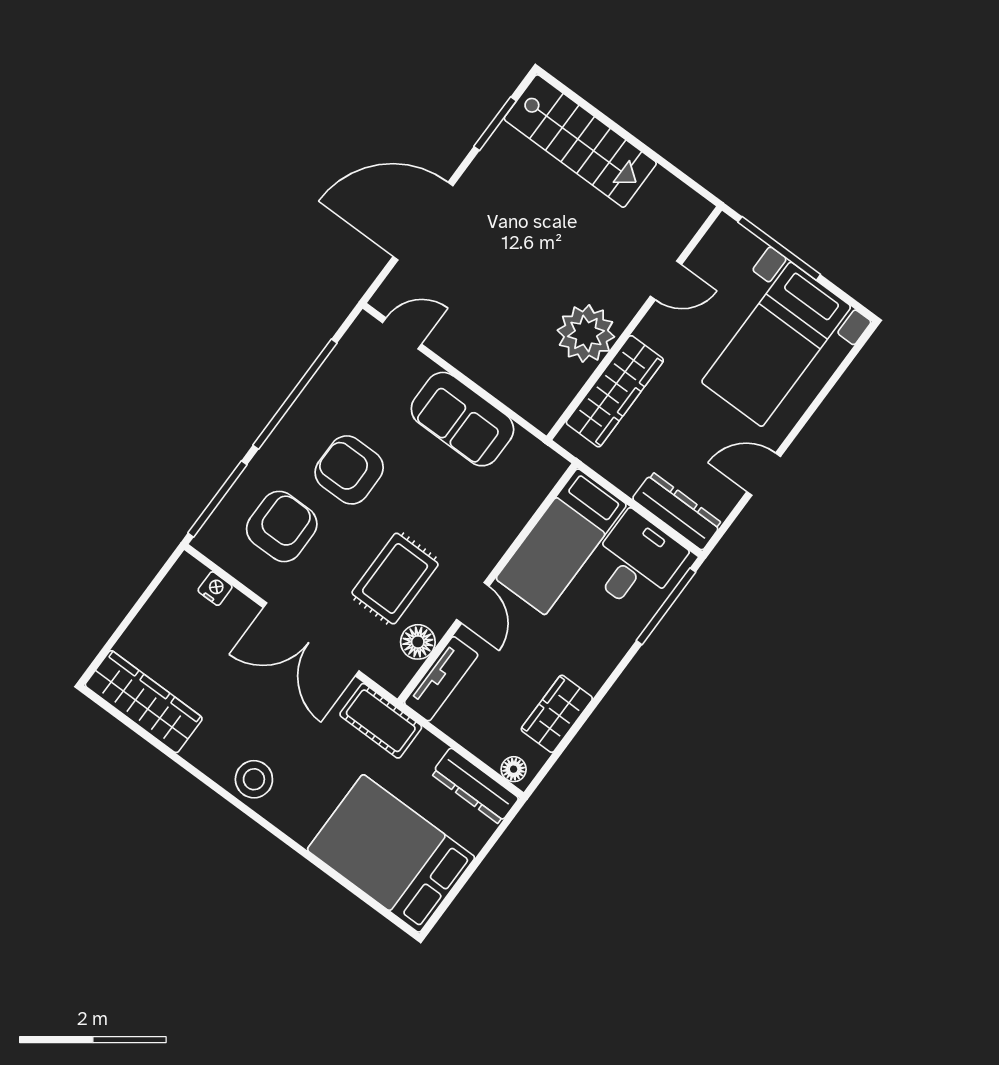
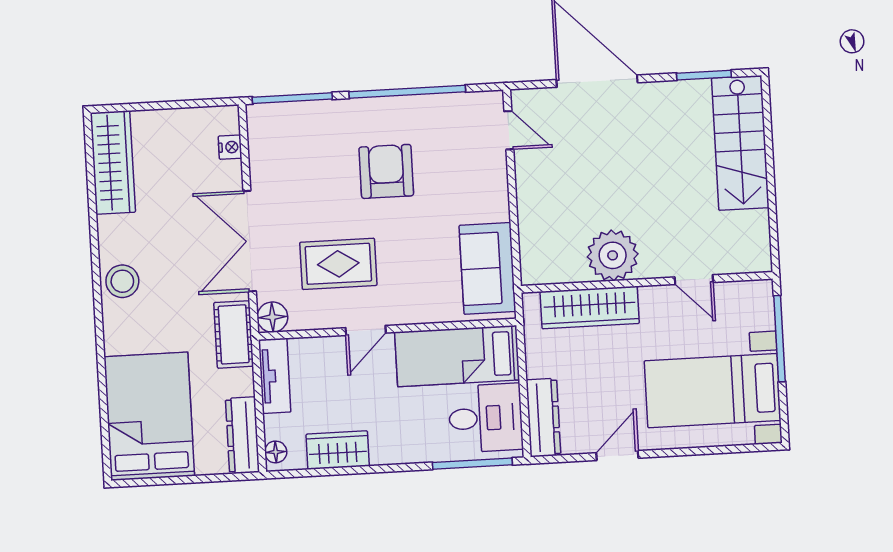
sofa: (462, 419) -> (487, 268), moved
door: (764, 474) -> (617, 456), hinge flipped
armchair: (282, 526) -> (310, 157), removed
floor lamp: (418, 642) -> (272, 317), moved
tv unit: (441, 679) -> (275, 376), moved, turned -90

